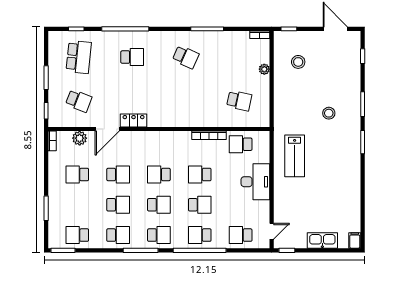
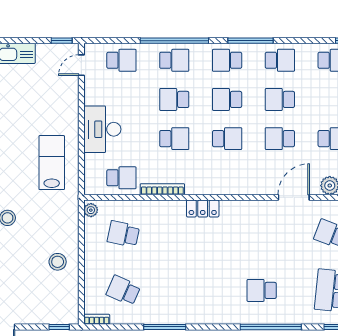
school desk: (186, 57) -> (123, 290), moved
stool: (298, 62) -> (58, 262), moved
plant: (264, 69) -> (91, 210), moved
locker: (134, 120) -> (203, 209), moved
school desk: (118, 235) -> (280, 60), turned 180

